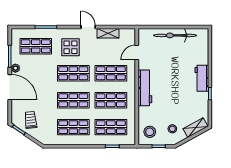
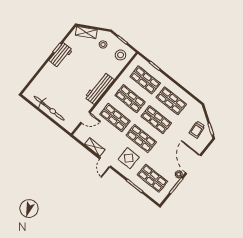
workbench: (202, 78) -> (61, 55), moved

